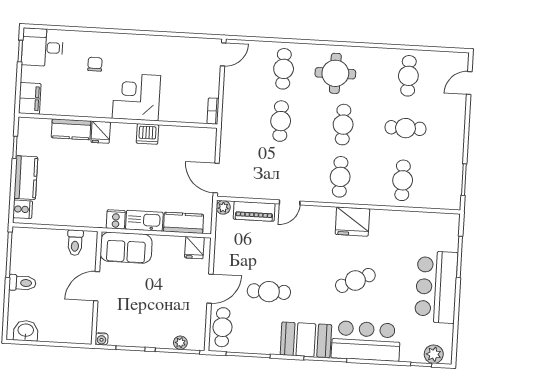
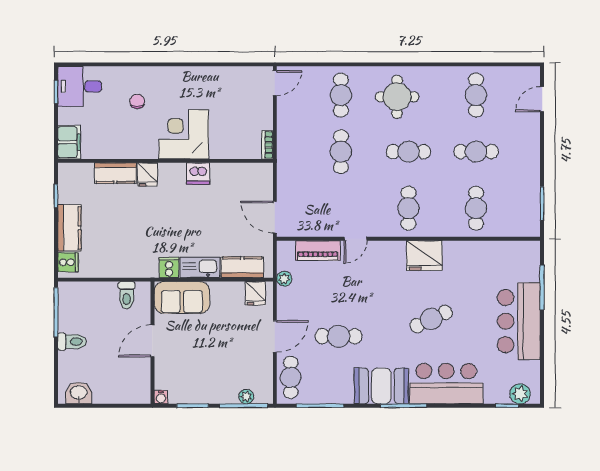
cafe table: (343, 125) -> (408, 152), turned 90
plant: (223, 207) -> (284, 279), moved

